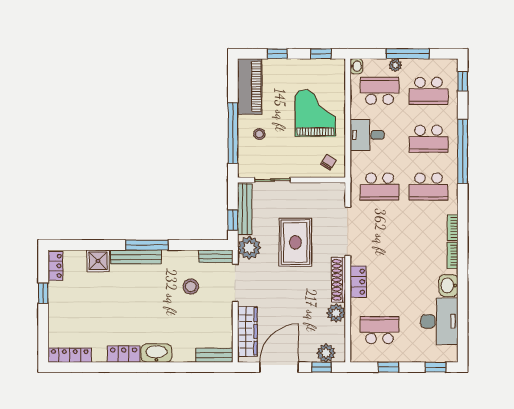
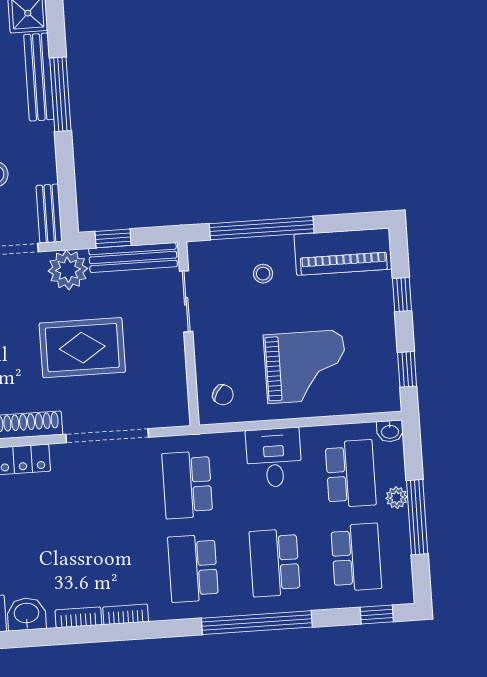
school desk: (428, 91) -> (356, 557), turned 180

